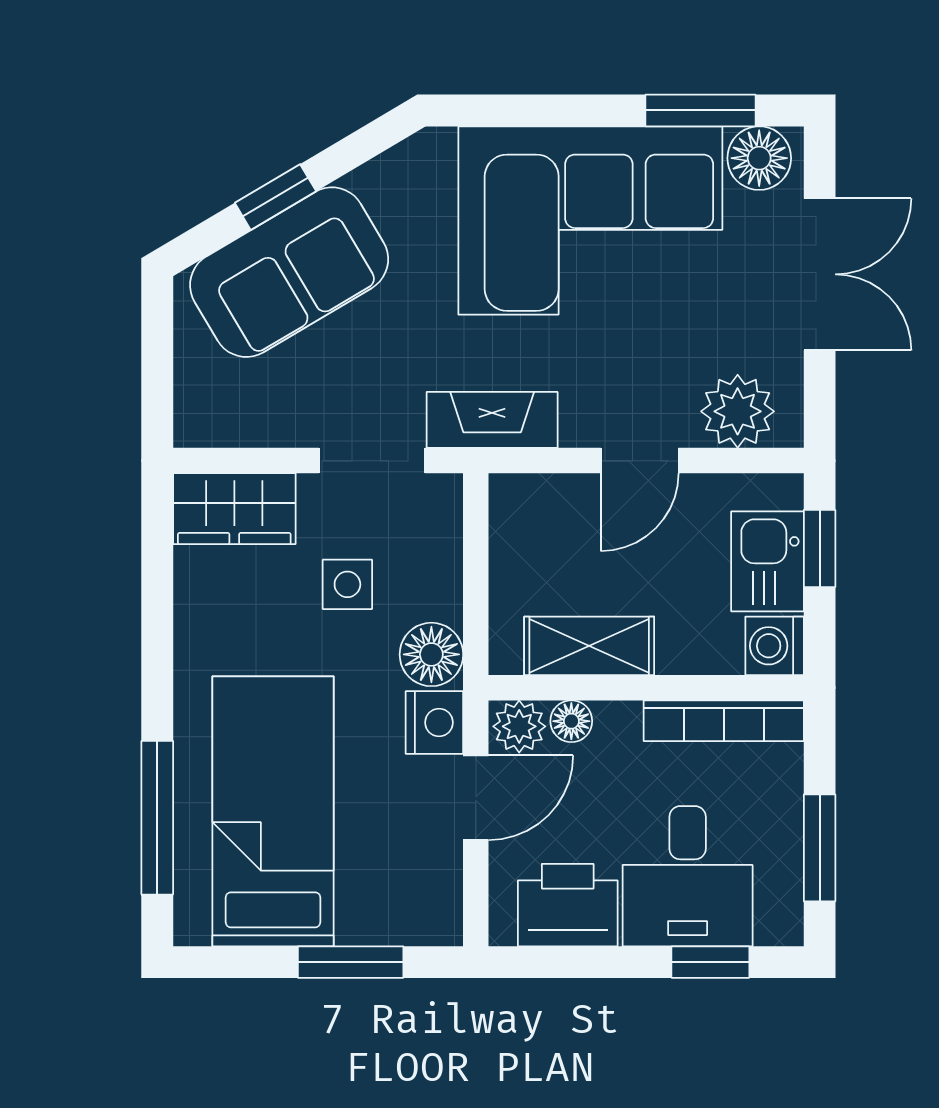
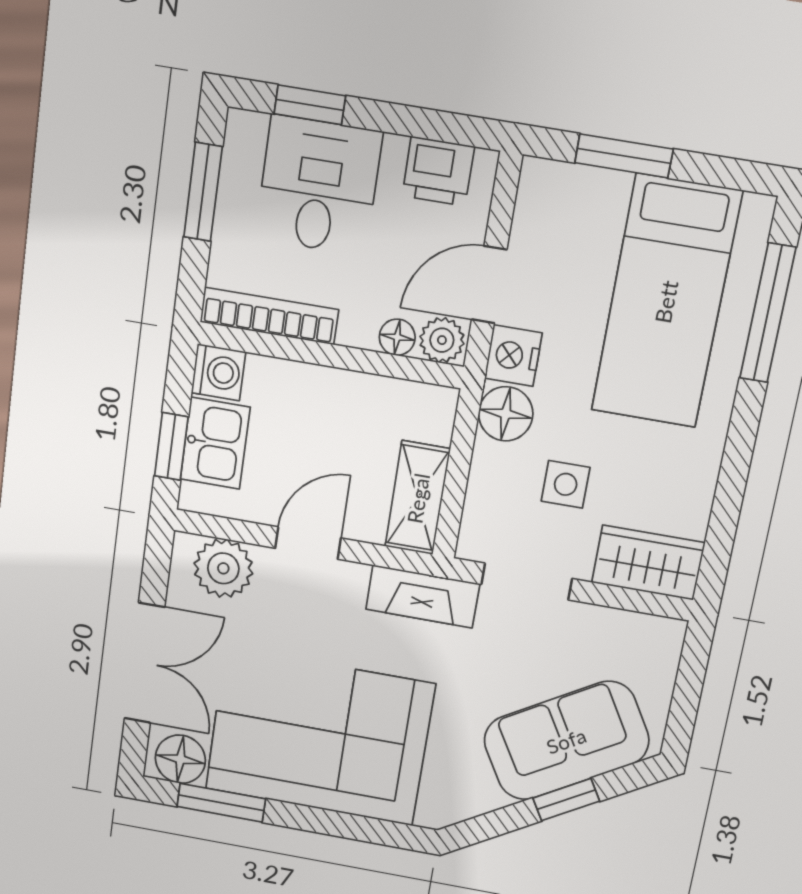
double door: (820, 274) -> (144, 663), swing flipped
shelving: (589, 646) -> (418, 498), moved, turned 90
printer: (568, 905) -> (438, 171), width x0.73, depth x0.81

